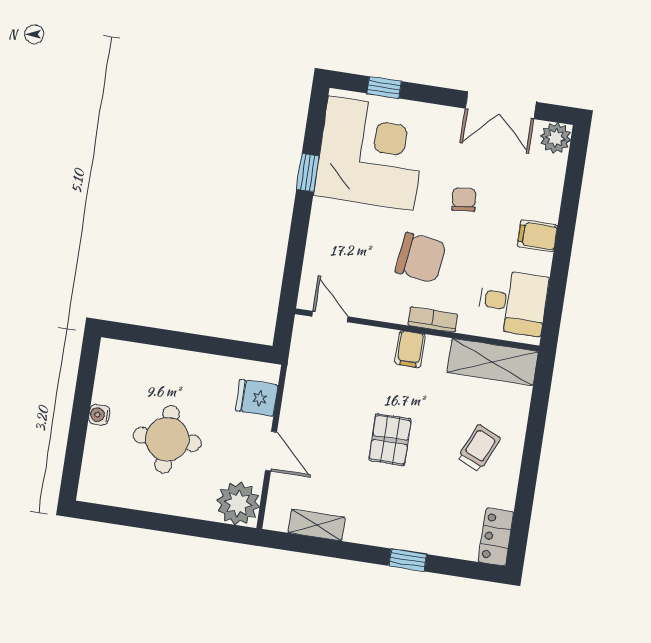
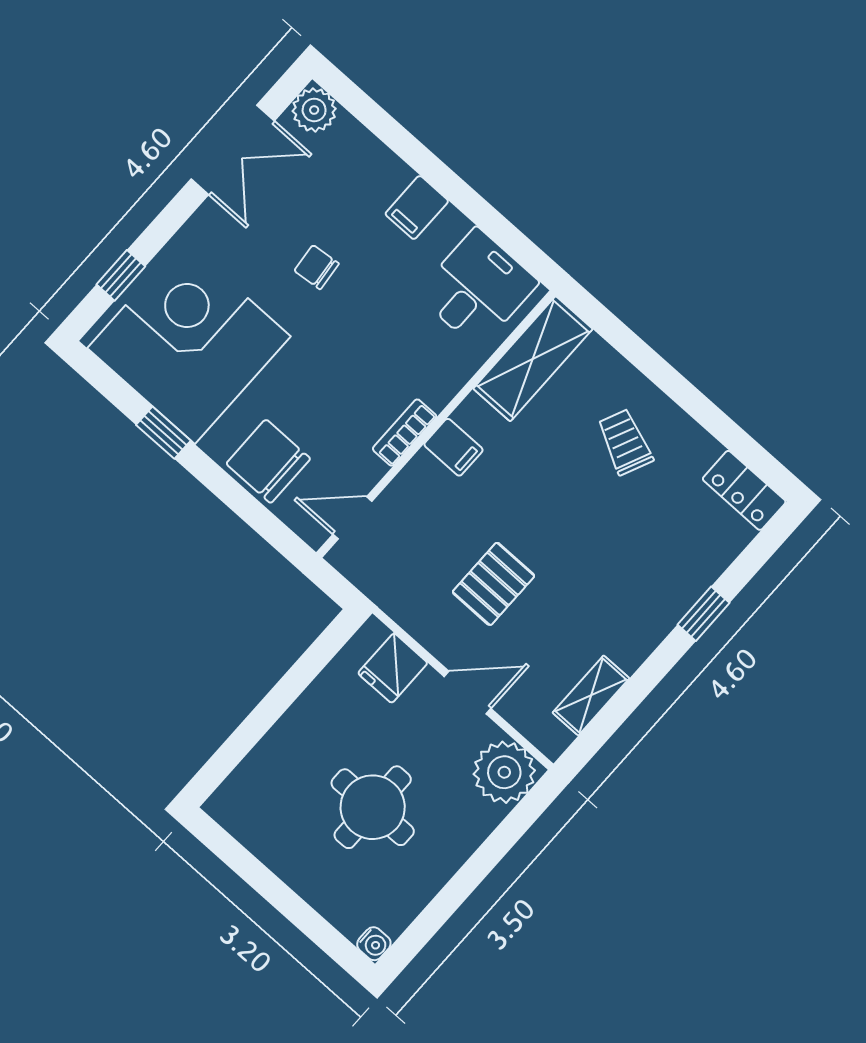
chair: (421, 258) -> (268, 461), moved, turned -97
bookcase: (433, 320) -> (405, 433), moved
water cooler: (99, 415) -> (374, 944), moved, turned -90
pallet: (390, 440) -> (493, 584), moved, turned 90

